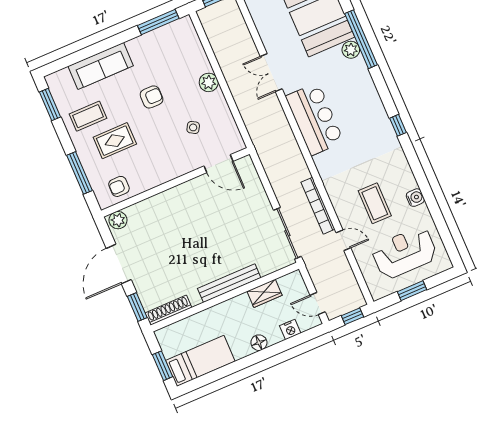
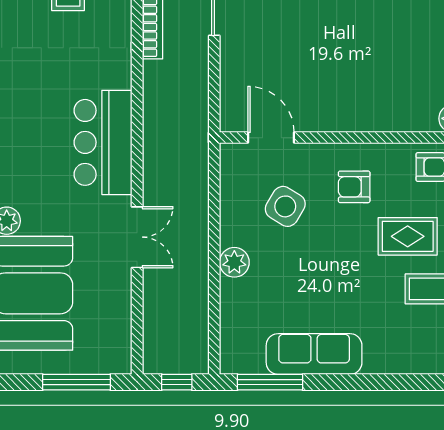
sofa: (101, 66) -> (314, 354), moved
armchair: (152, 97) -> (354, 187), moved
side table: (193, 127) -> (285, 206), width x1.87, depth x1.87

